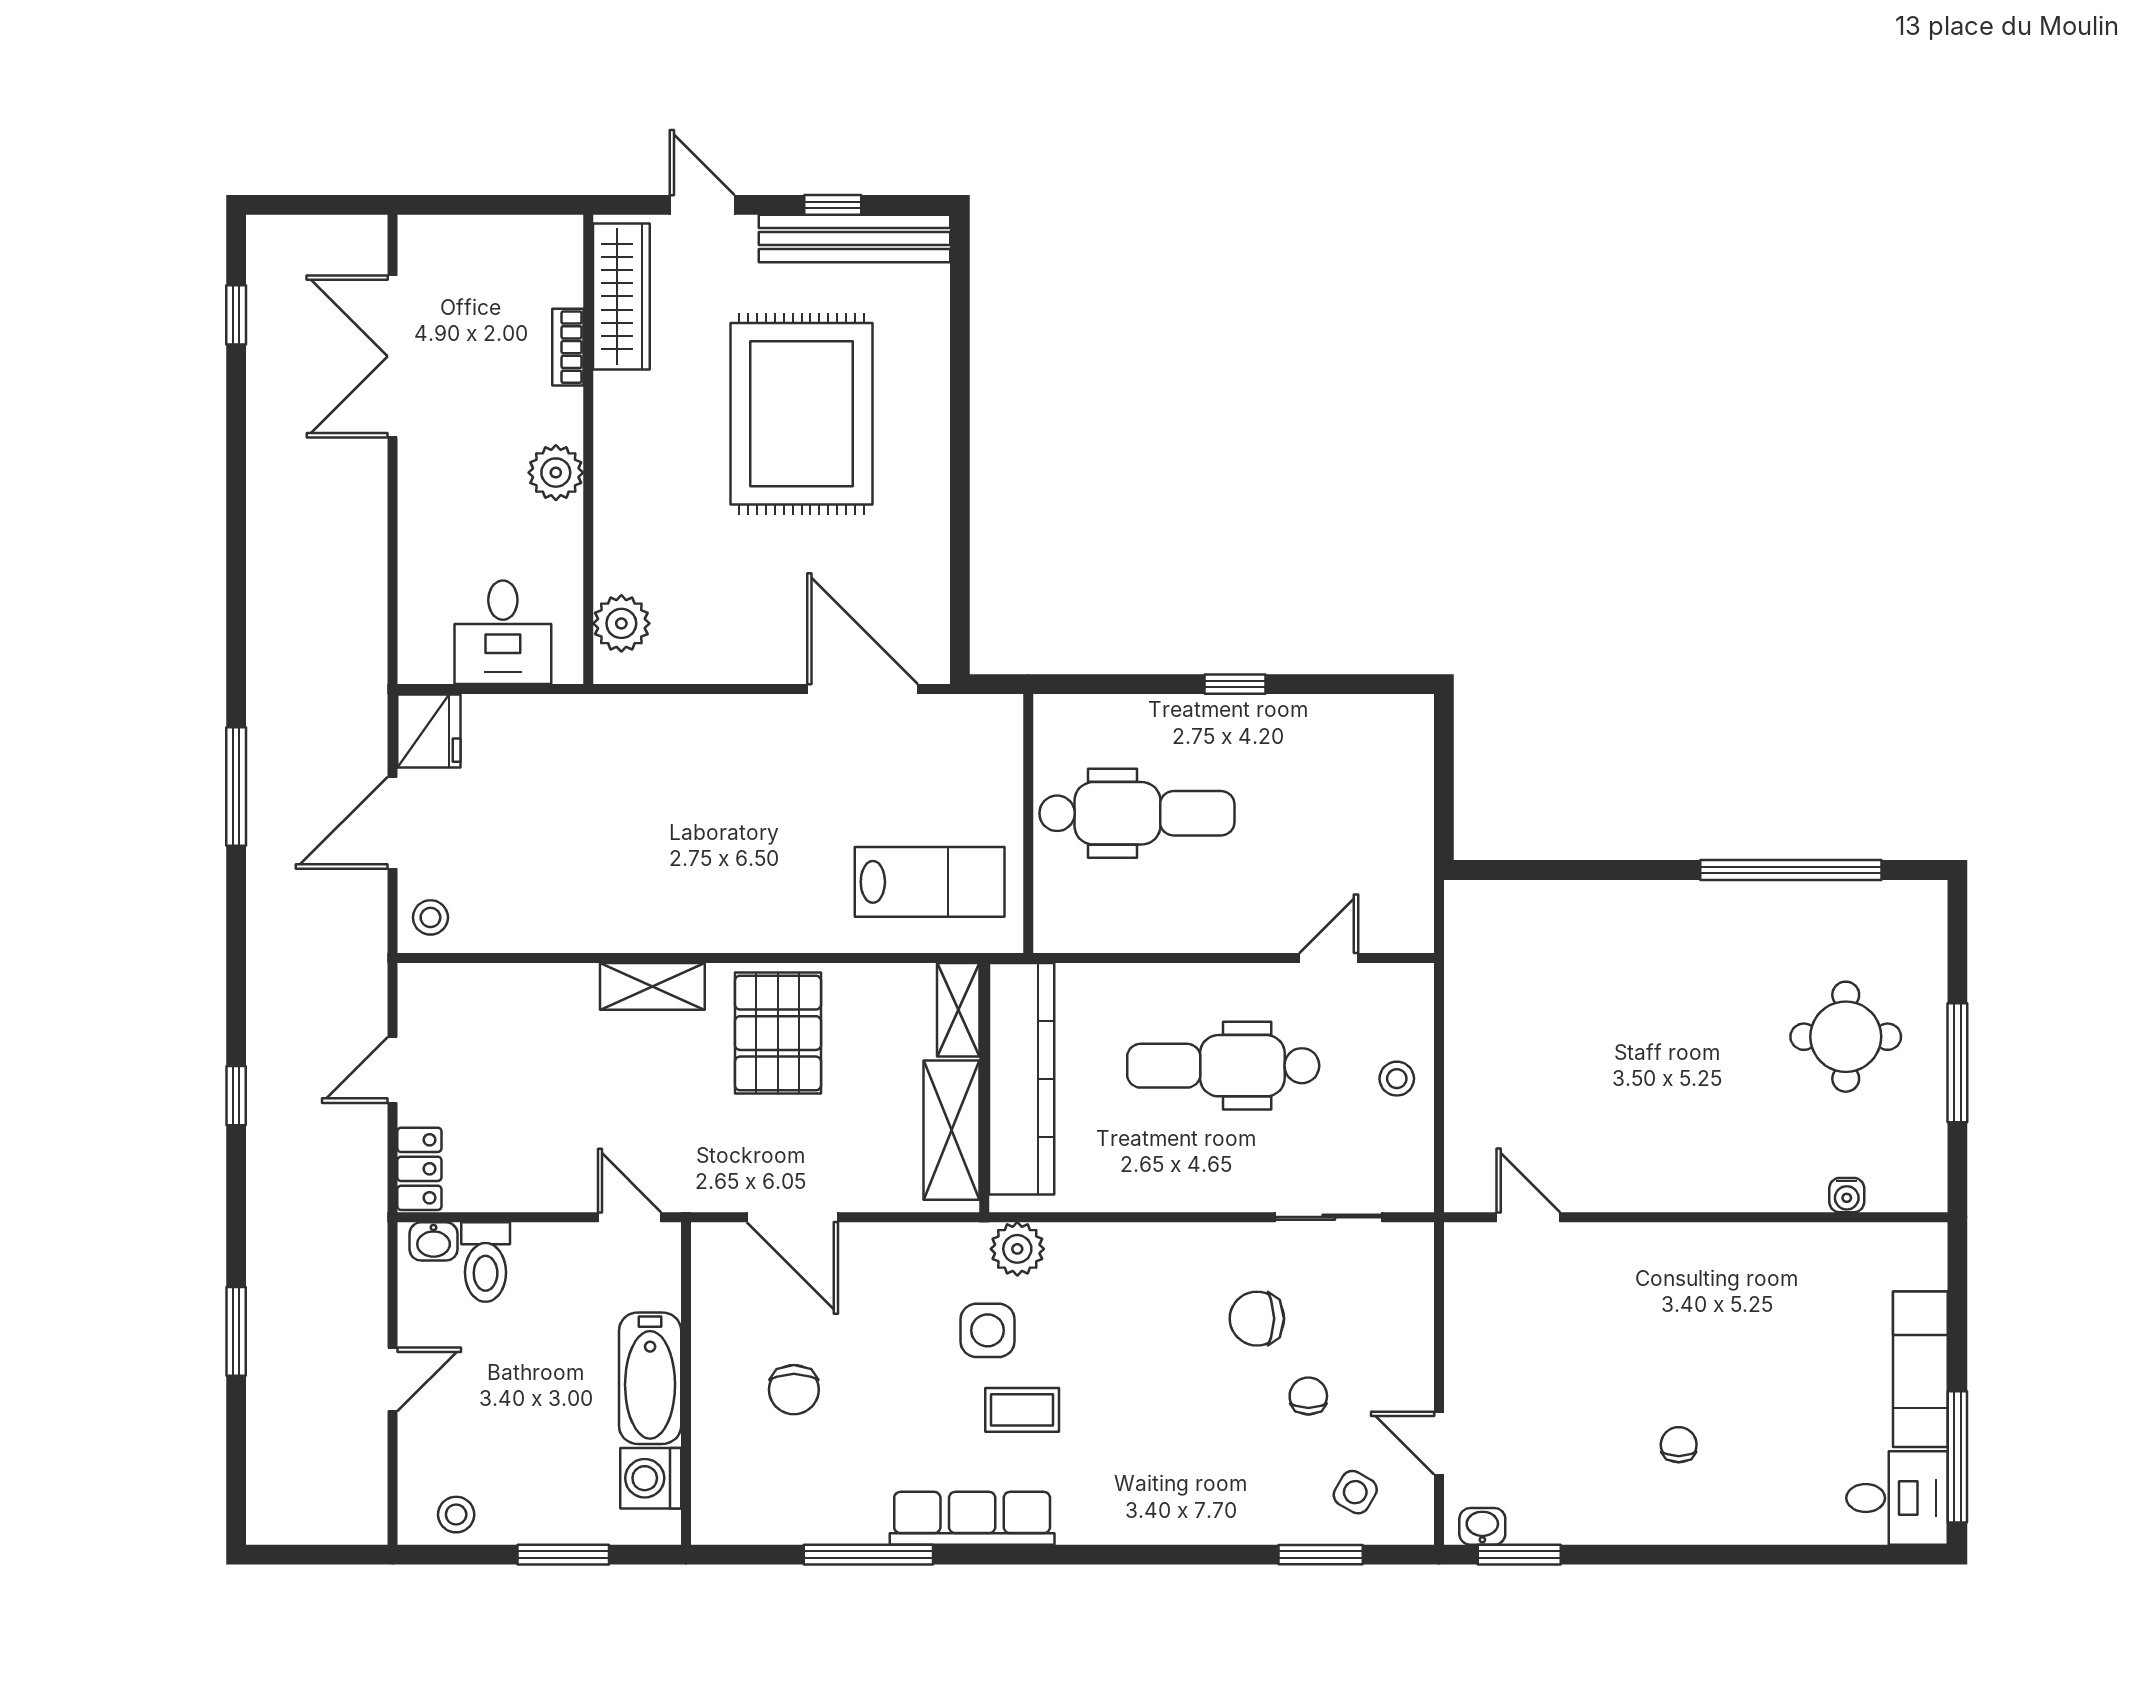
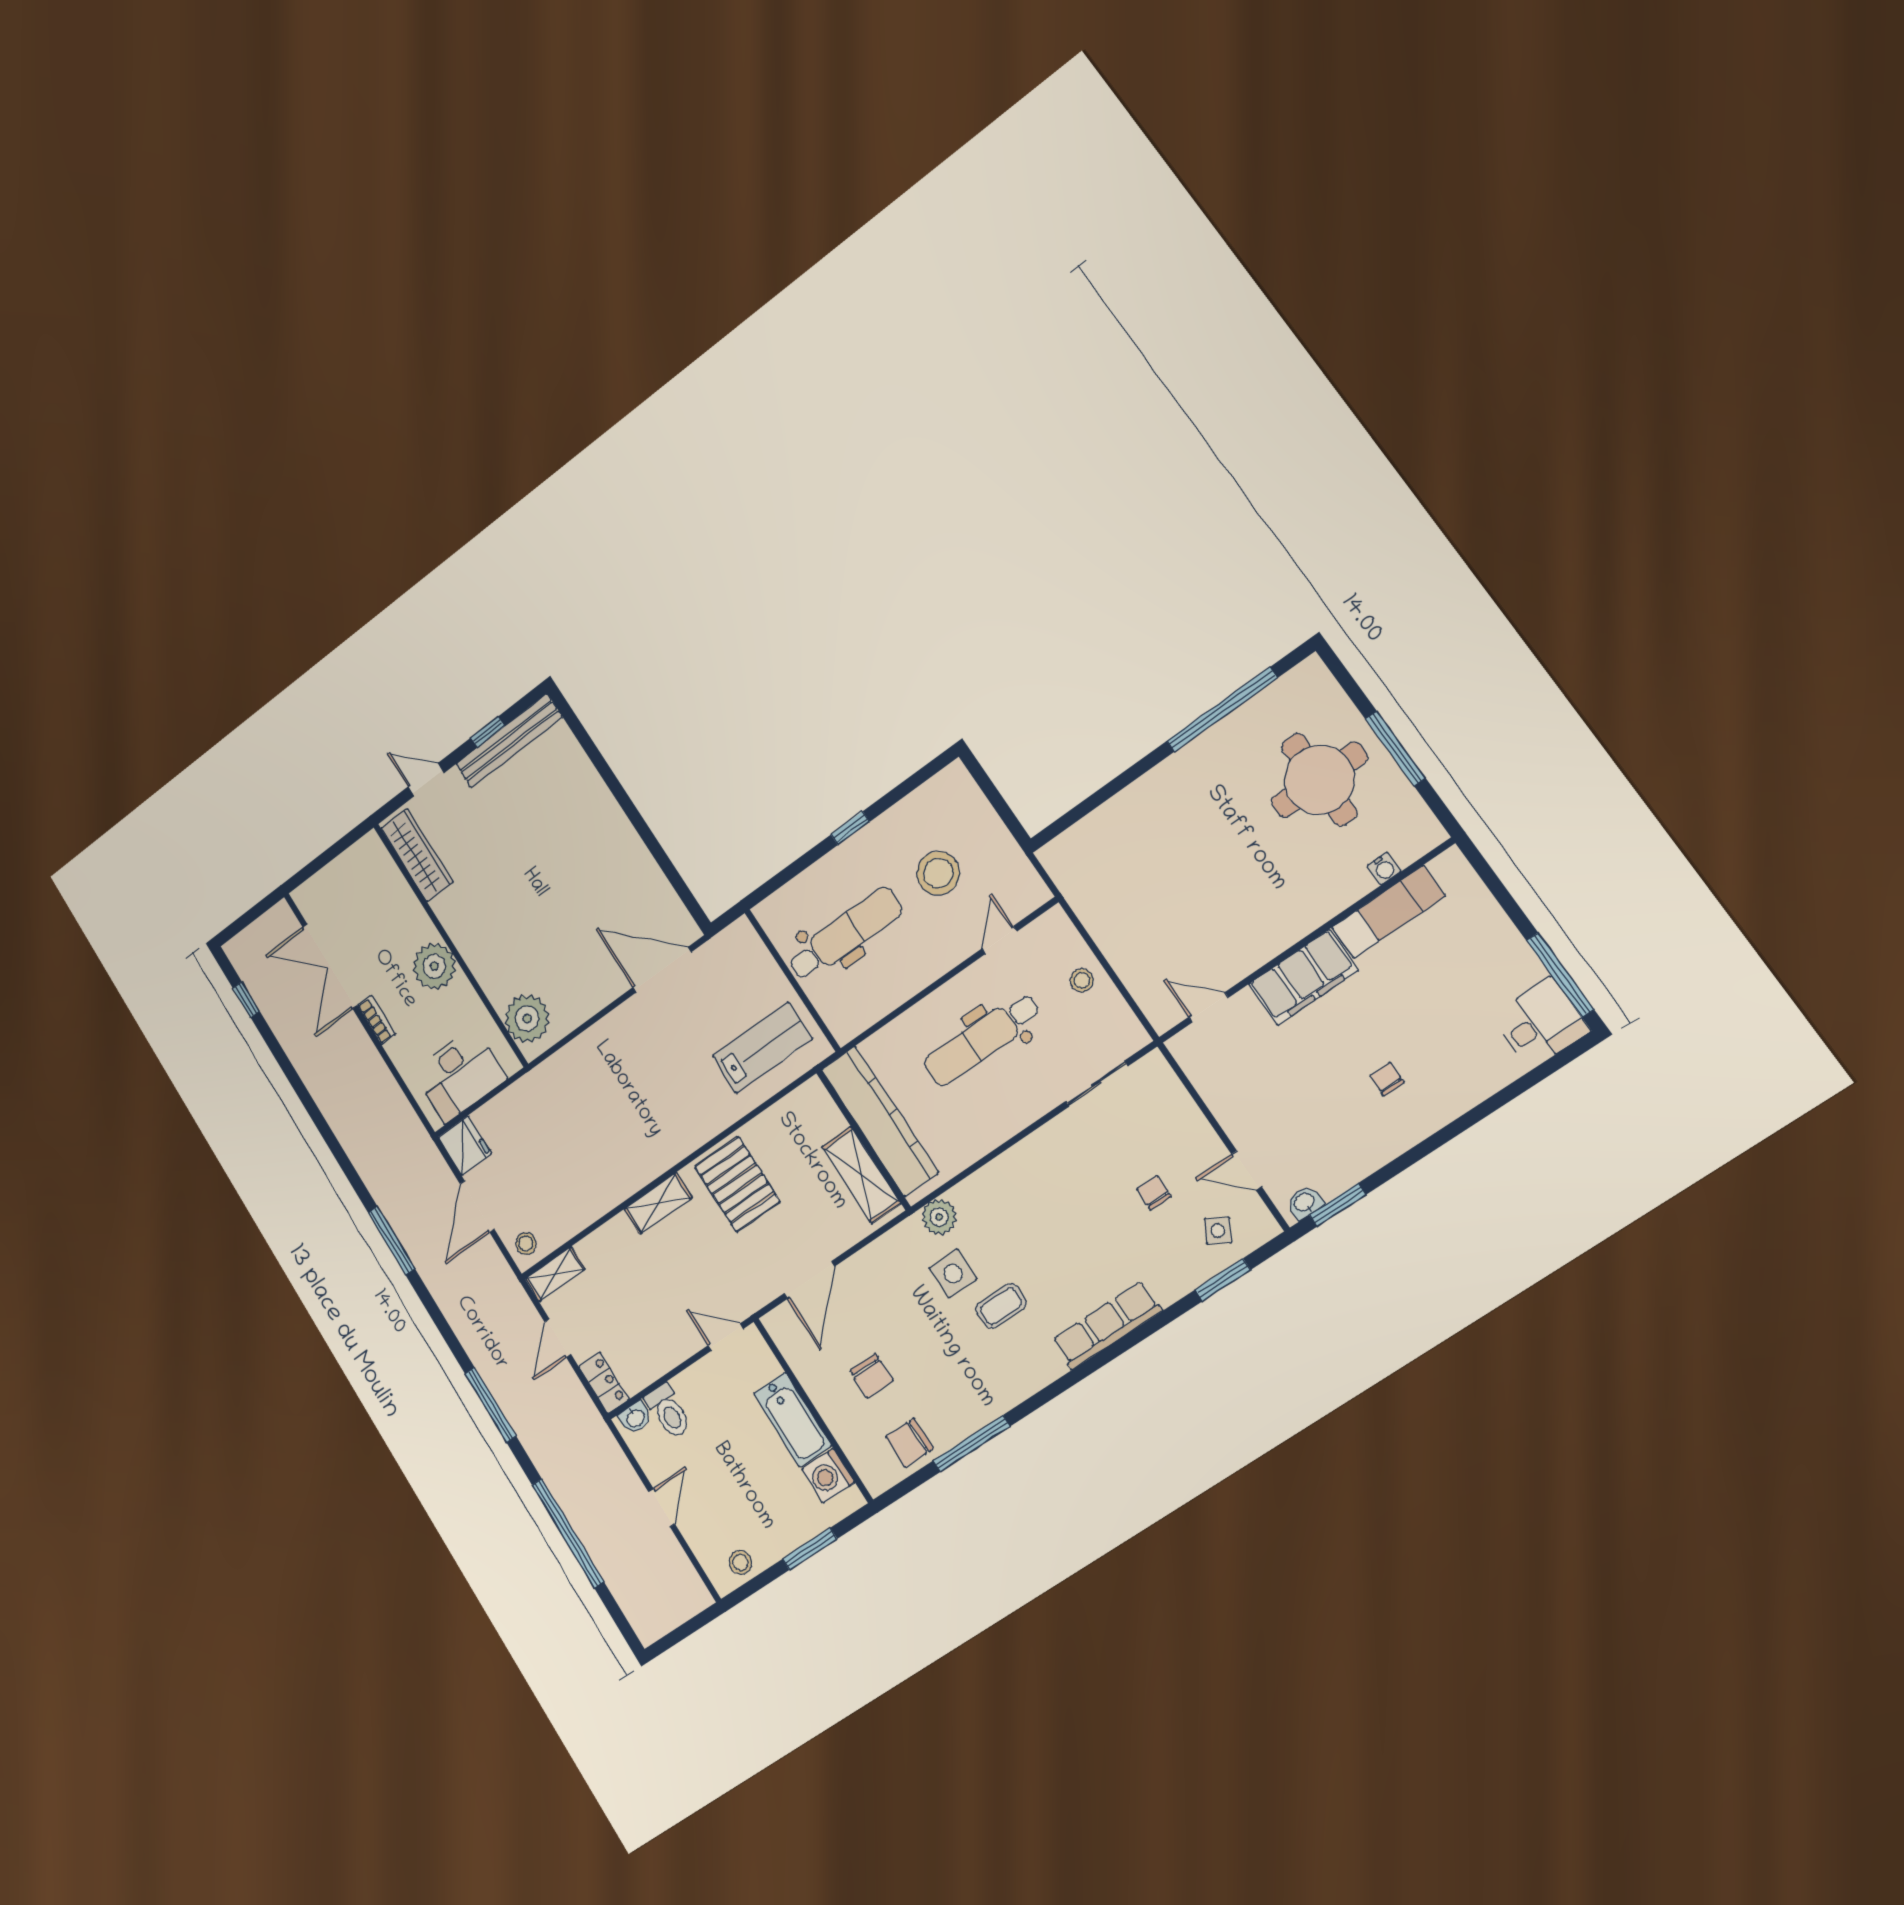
bookcase: (568, 347) -> (377, 1020), moved, turned 180
rug: (802, 414) -> (541, 849), removed
plant: (556, 473) -> (434, 966), width x1.36, depth x1.36
plant: (621, 623) -> (527, 1019), width x1.36, depth x1.36
desk: (503, 632) -> (460, 1075), width x1.37
stool: (1309, 821) -> (938, 873), added
shelving: (958, 1010) -> (555, 1274), moved, turned 90
round table: (1846, 1037) -> (1319, 780), width x1.36, depth x1.36
window: (236, 1096) -> (490, 1405), width x2.17
door: (792, 1217) -> (809, 1280), hinge flipped
filing cabinet: (1665, 1259) -> (1303, 977), added
chair: (1257, 1319) -> (909, 1443), moved
window: (236, 1331) -> (568, 1533), width x2.11
exam couch: (1920, 1369) -> (1388, 912), moved, turned -90
row of seats: (972, 1518) -> (1107, 1325), moved

